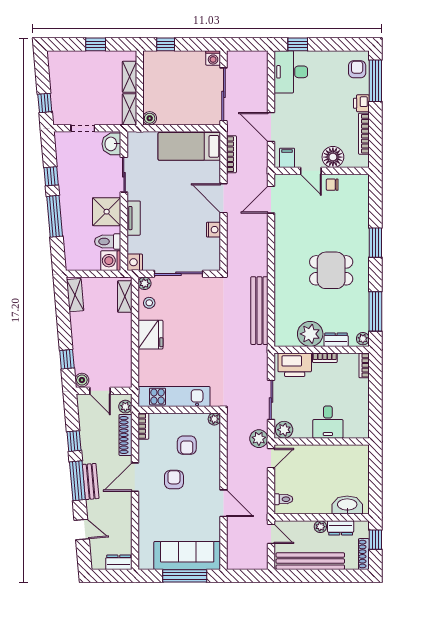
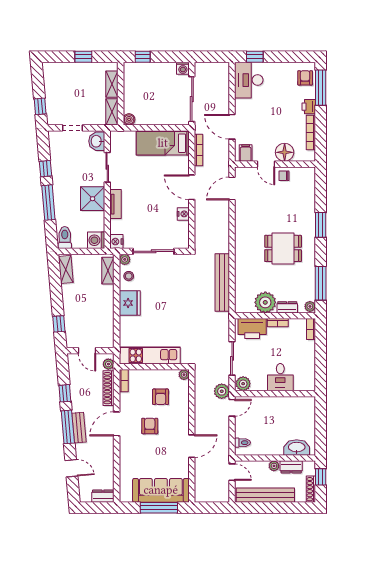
toilet: (108, 241) -> (65, 238), moved, turned 90
boiler: (82, 380) -> (72, 342), removed
door: (224, 503) -> (192, 446), hinge flipped

